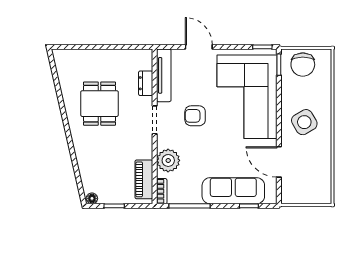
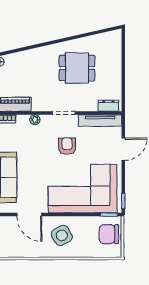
dresser: (146, 83) -> (108, 106), moved
plant: (168, 160) -> (35, 120), width x0.53, depth x0.53
door: (279, 162) -> (29, 215), swing flipped

